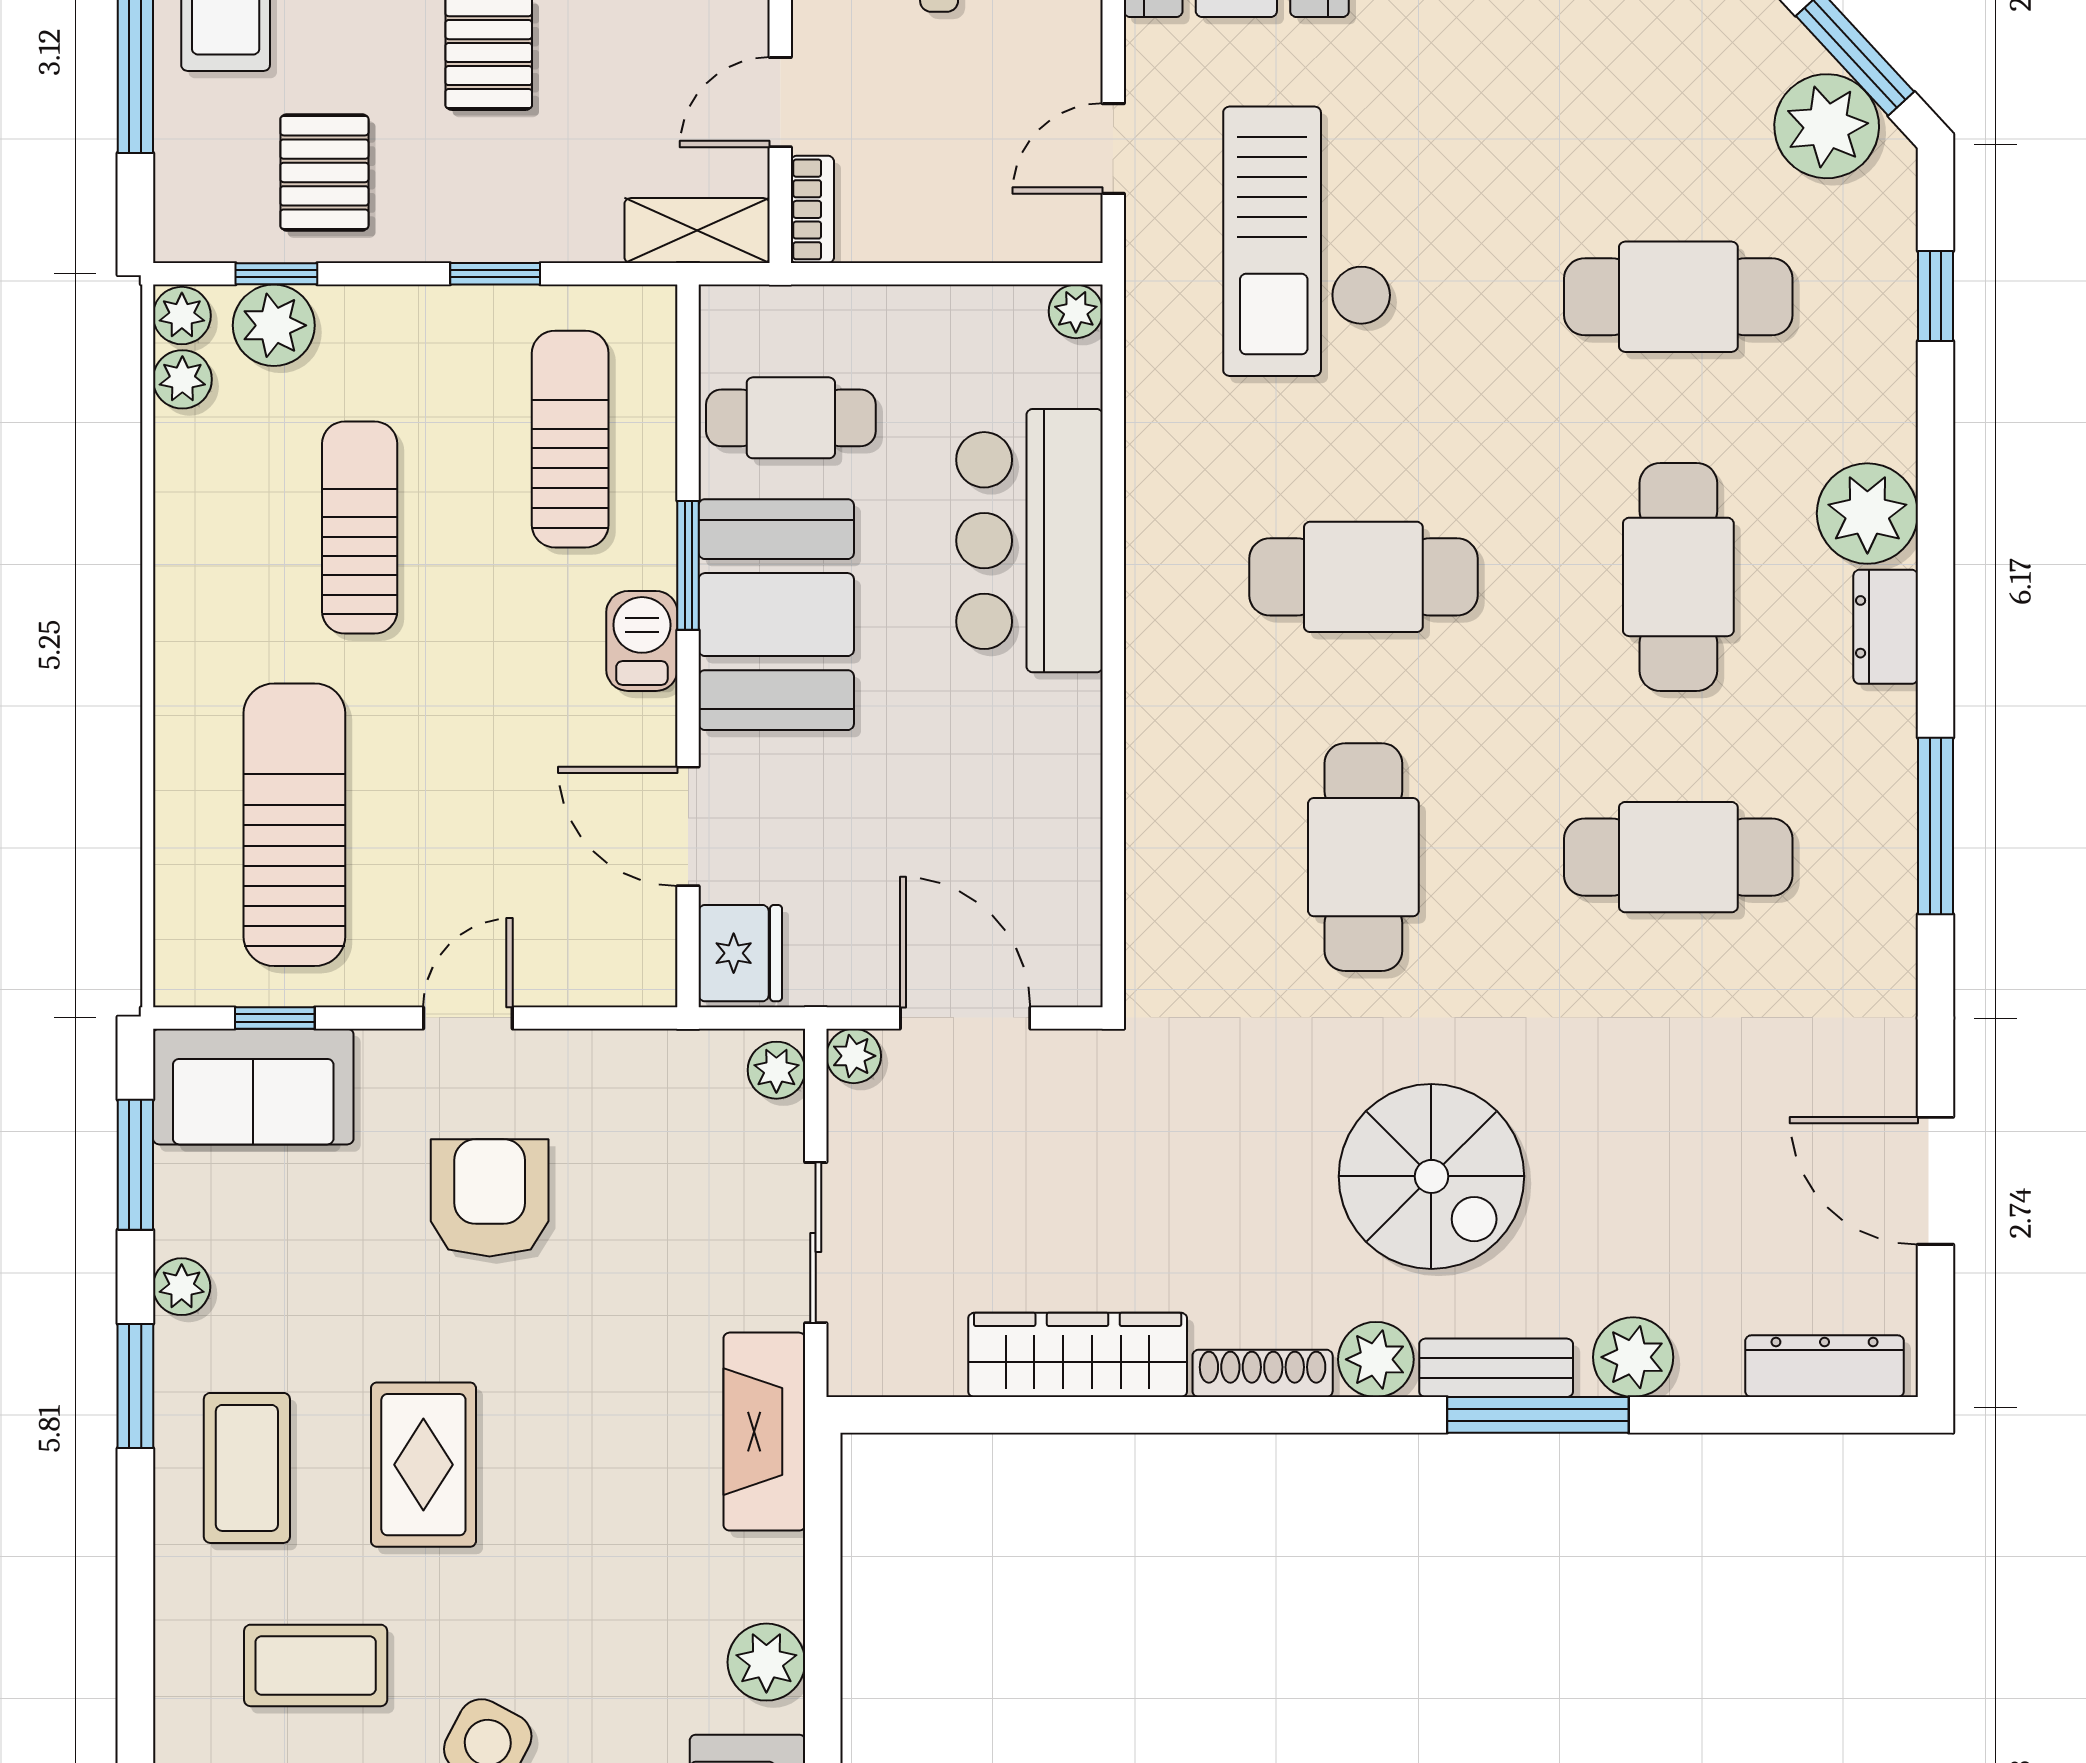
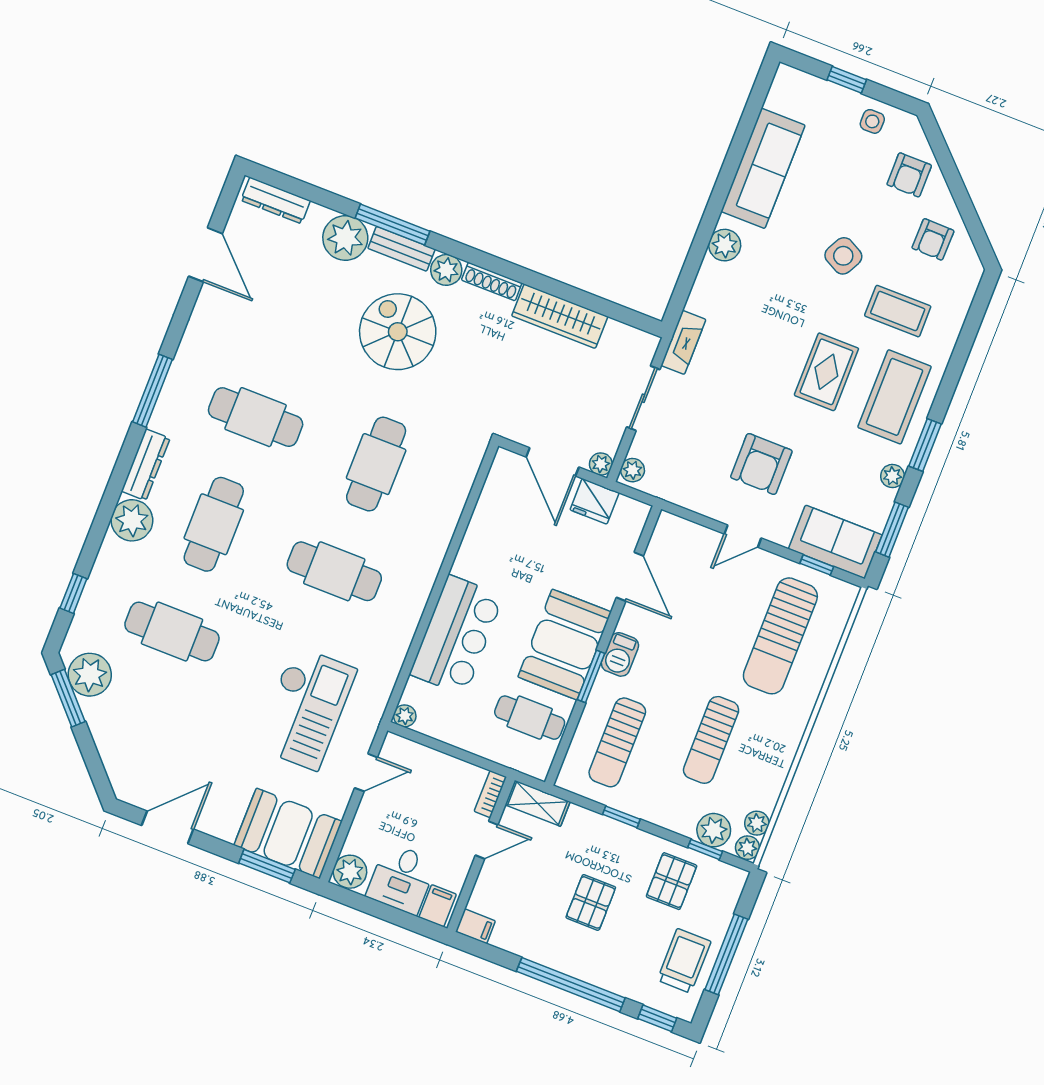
dresser: (1886, 627) -> (146, 465), width x1.44
fridge: (740, 953) -> (595, 501), moved, turned -90
plant: (1633, 1357) -> (345, 238), width x1.36, depth x1.36
fireplace: (764, 1432) -> (683, 342), width x0.73, depth x0.76
coffee table: (247, 1468) -> (895, 397), width x1.36, depth x1.32

